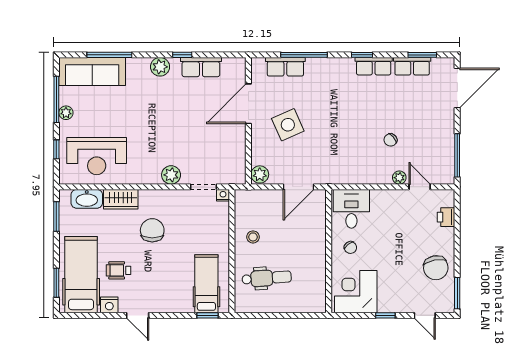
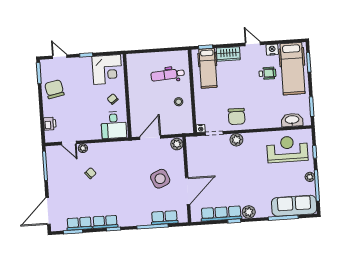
row of seats: (201, 67) -> (221, 214), width x1.48
wardrobe: (121, 199) -> (228, 54), moved, turned 180
chair: (152, 230) -> (237, 116), moved

